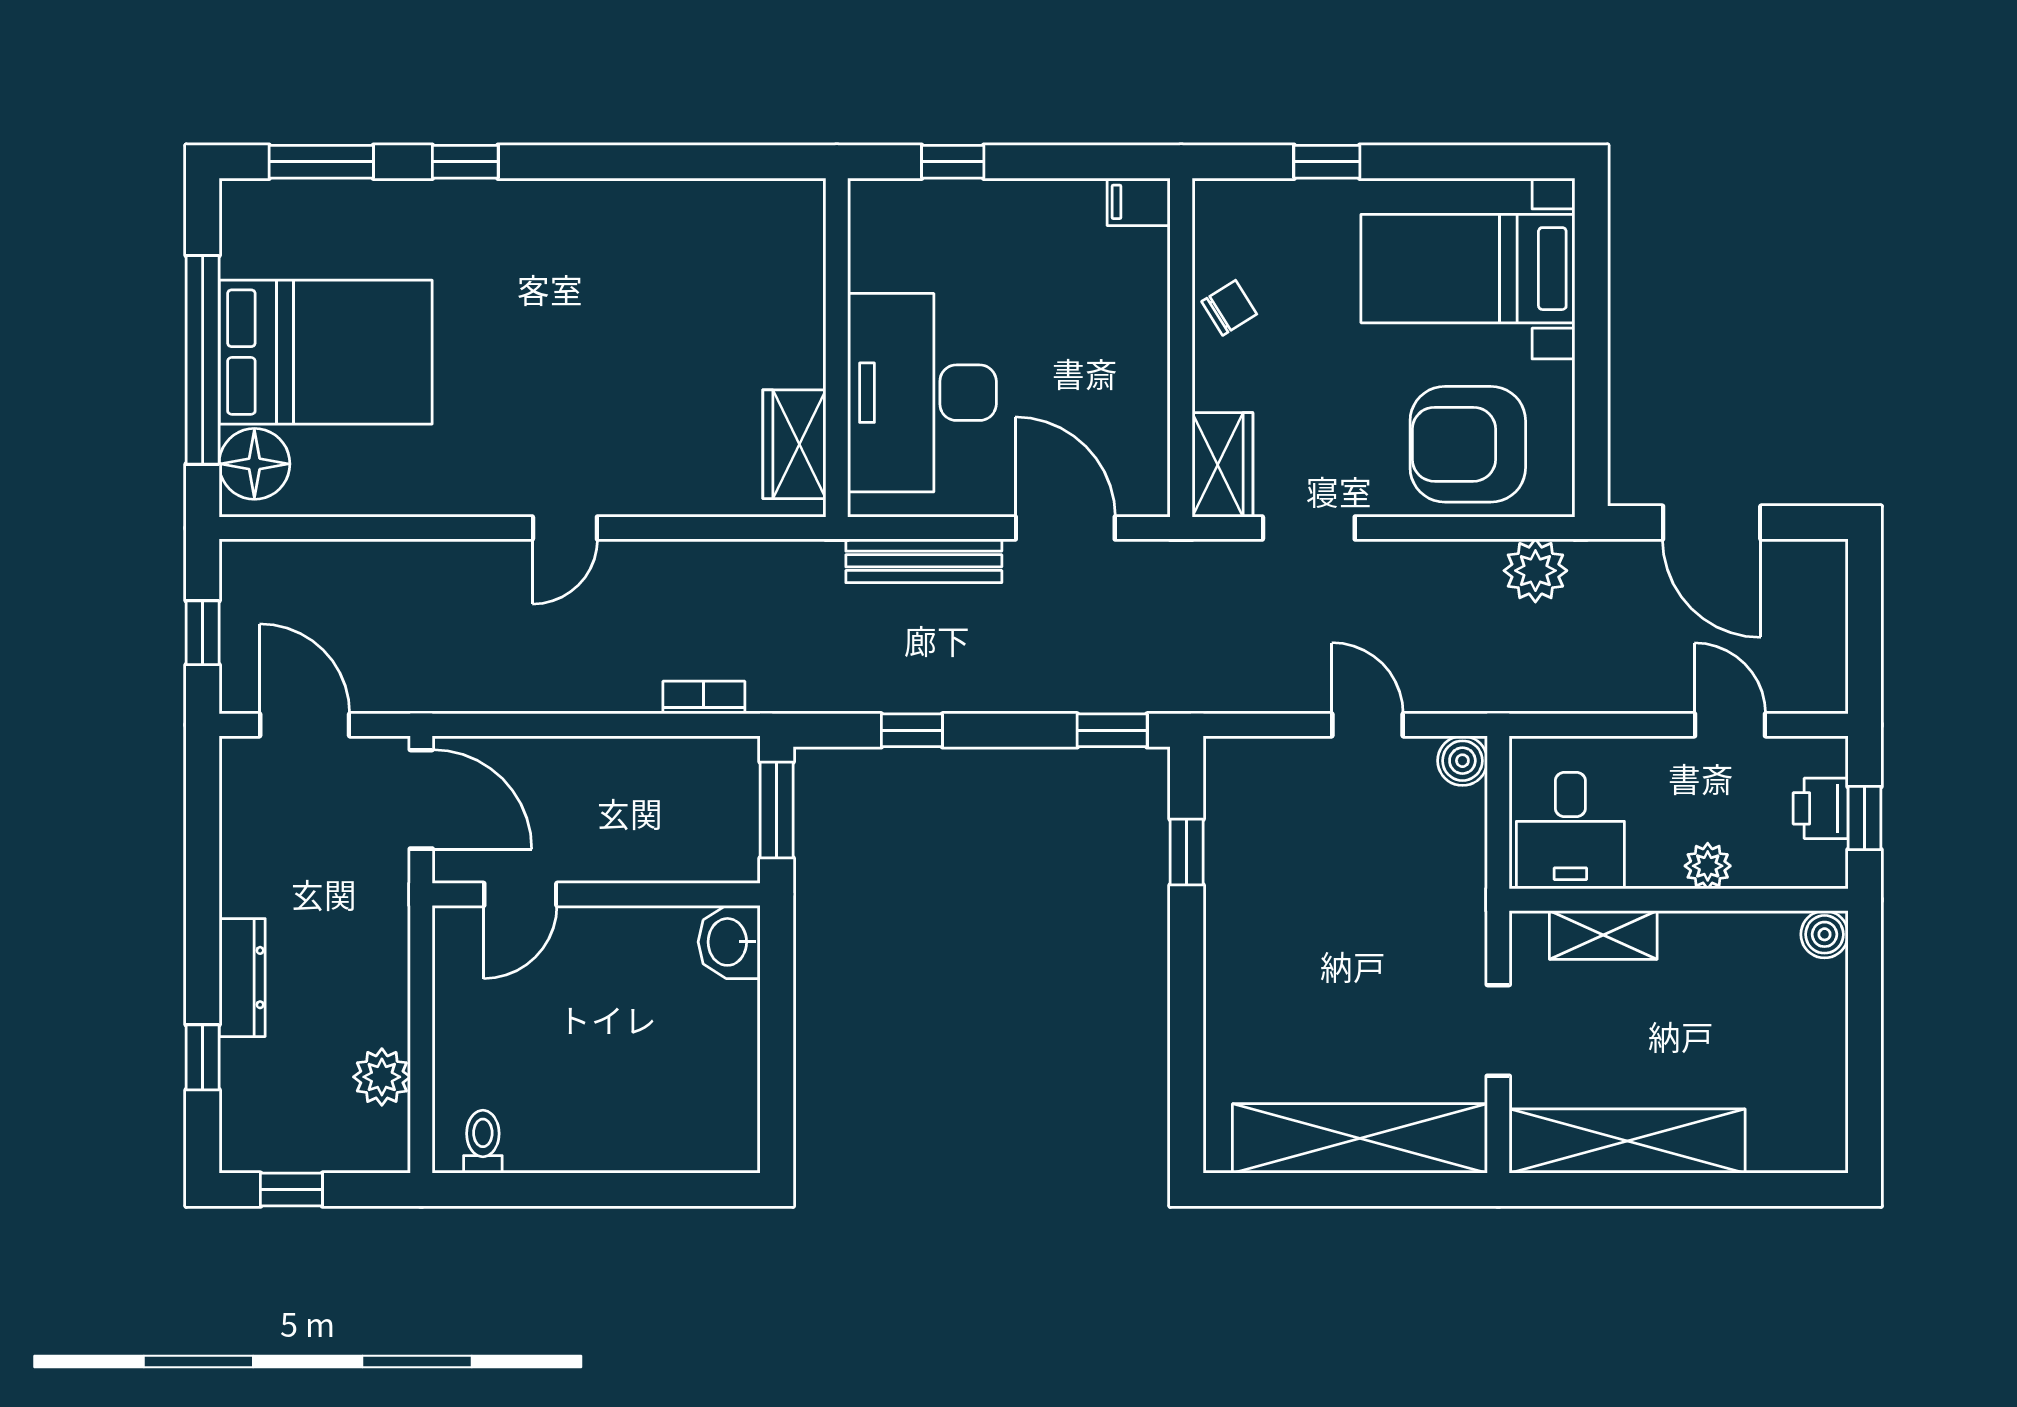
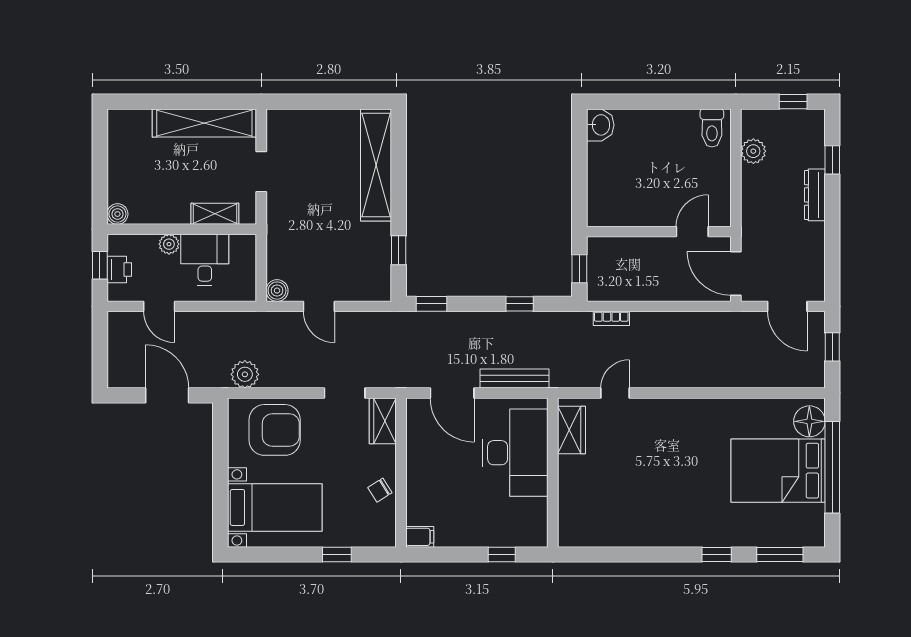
door: (565, 528) -> (615, 393), moved
window: (777, 810) -> (579, 269), width x0.67
desk: (1570, 831) -> (205, 260), moved
washbasin: (729, 942) -> (600, 125), moved
shelving: (1360, 1138) -> (376, 165), moved, turned 90
toilet: (483, 1142) -> (712, 128), width x1.37, depth x1.39

